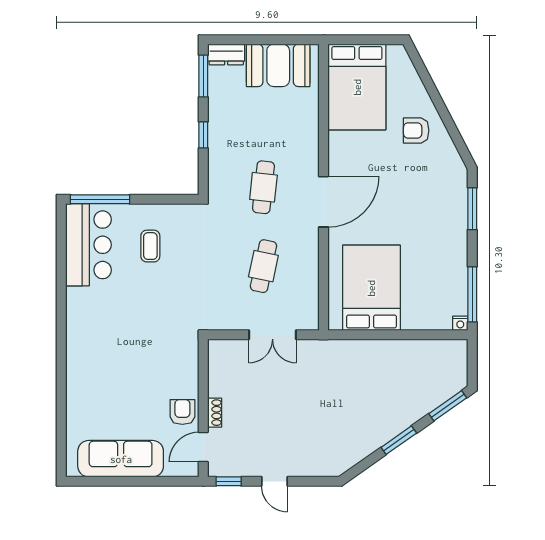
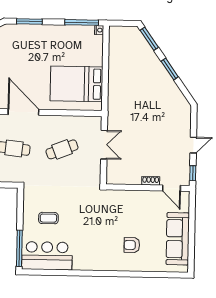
cafe table: (263, 266) -> (62, 149), turned -33
armchair: (182, 412) -> (132, 245), moved

